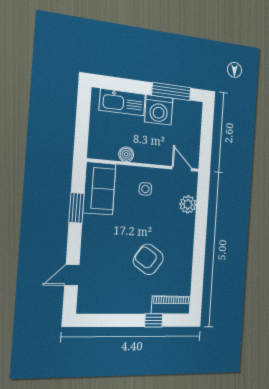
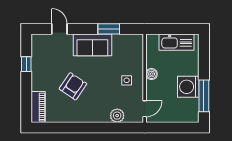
kitchen sink: (122, 102) -> (177, 42), moved, turned -90
boiler: (126, 154) -> (152, 74), moved
sofa: (99, 188) -> (92, 45), moved
window: (154, 320) -> (26, 64), moved

